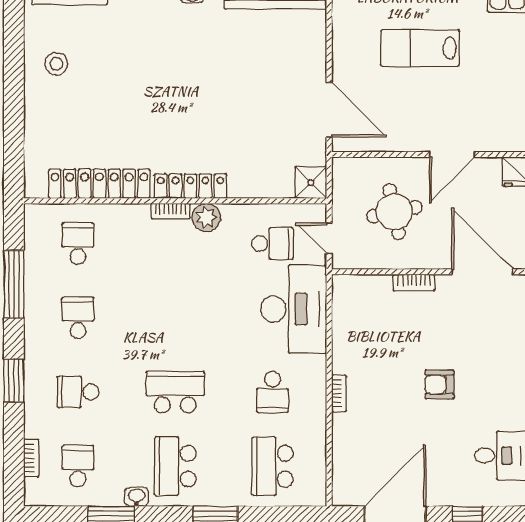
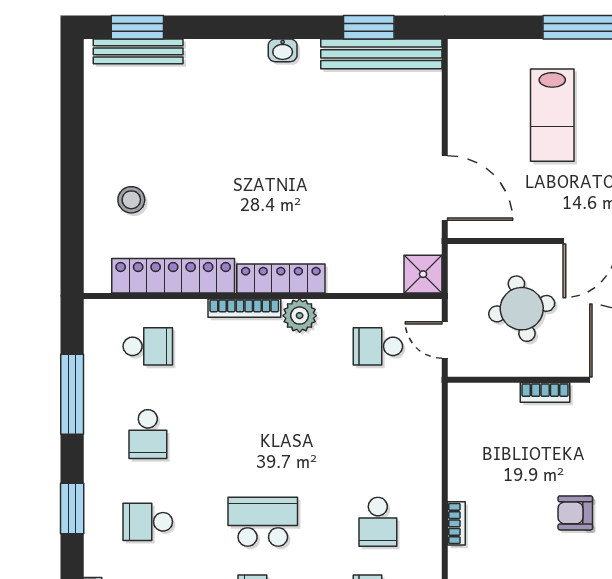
lab bench: (420, 48) -> (552, 115), turned -90
stool: (56, 64) -> (131, 200), moved
bookcase: (171, 211) -> (244, 308), width x1.56
school desk: (78, 244) -> (148, 346), turned 90
school desk: (273, 244) -> (378, 346), turned 180
desk: (294, 309) -> (403, 424), removed
school desk: (78, 318) -> (148, 434), turned 180

